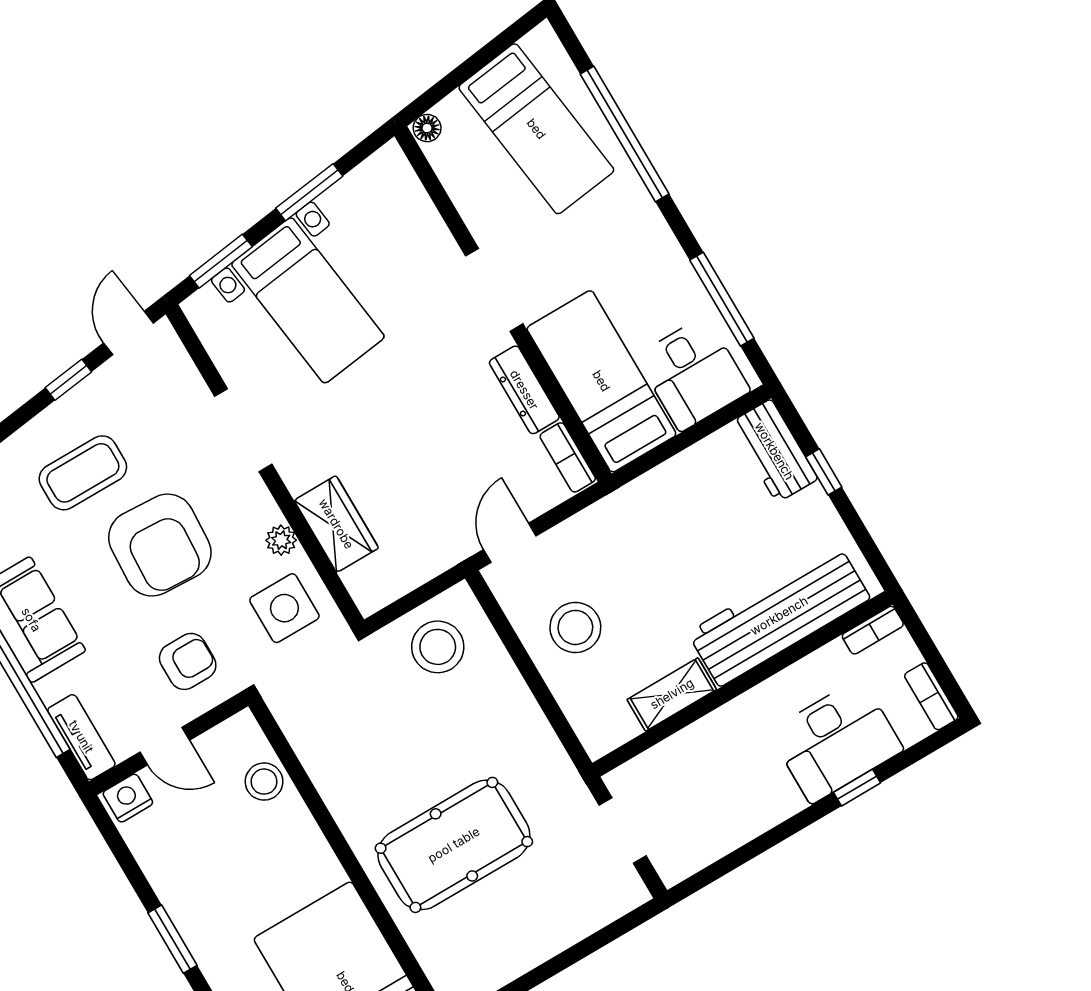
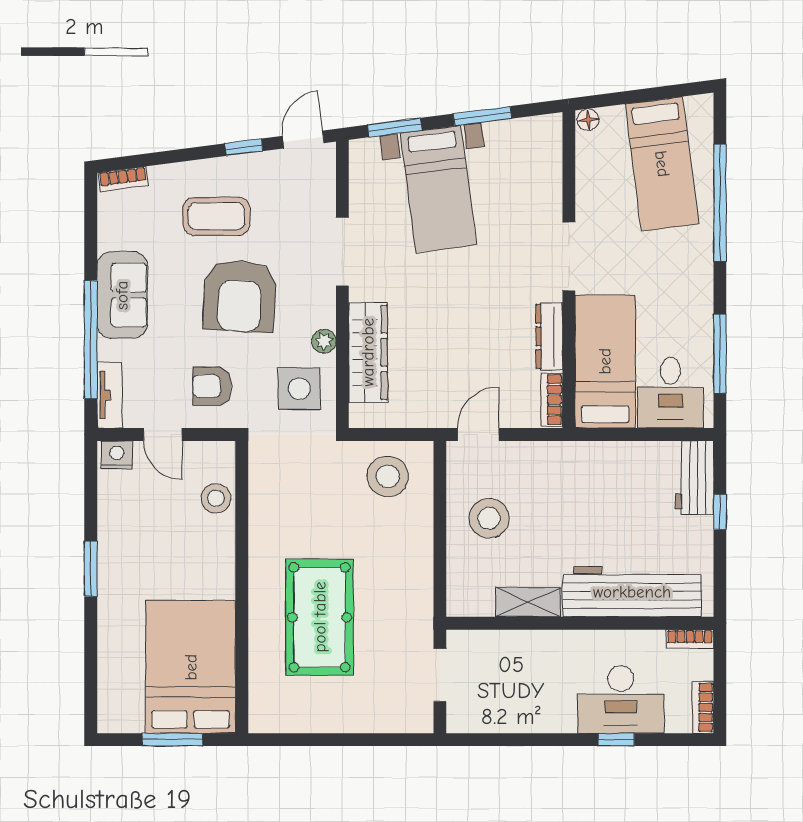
wardrobe: (336, 524) -> (368, 352), width x1.50
armchair: (188, 661) -> (212, 386), turned 180
pool table: (454, 845) -> (320, 617), turned 90

